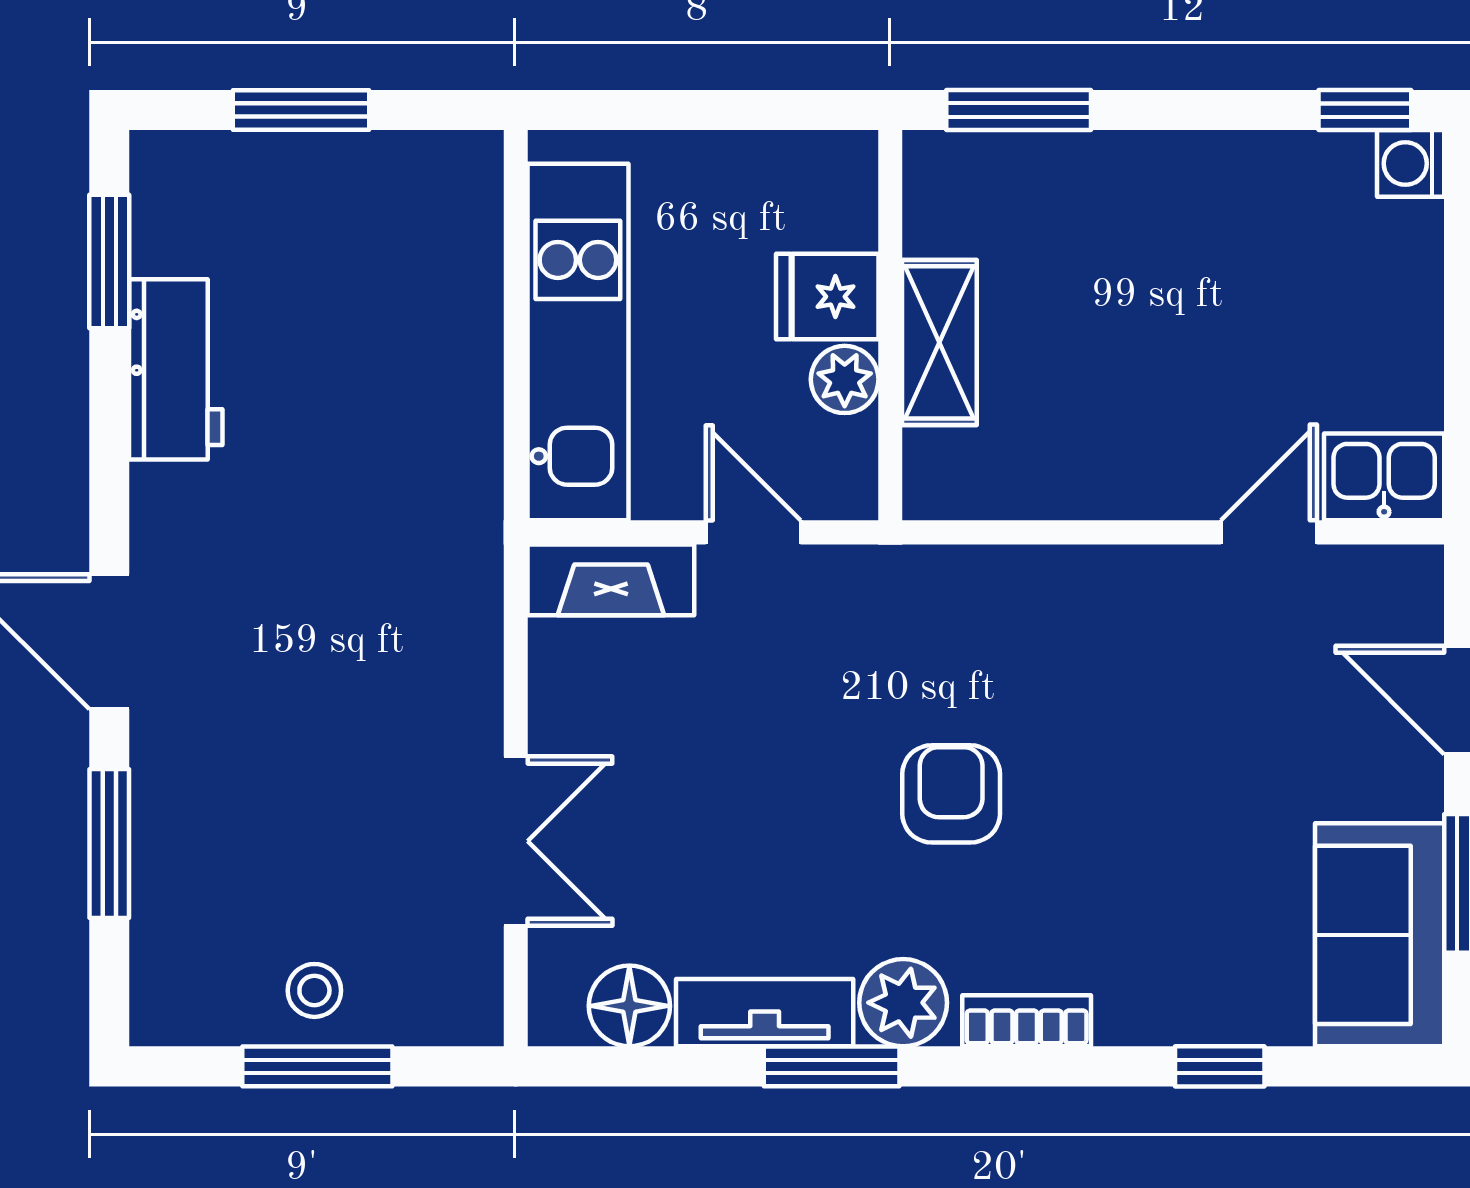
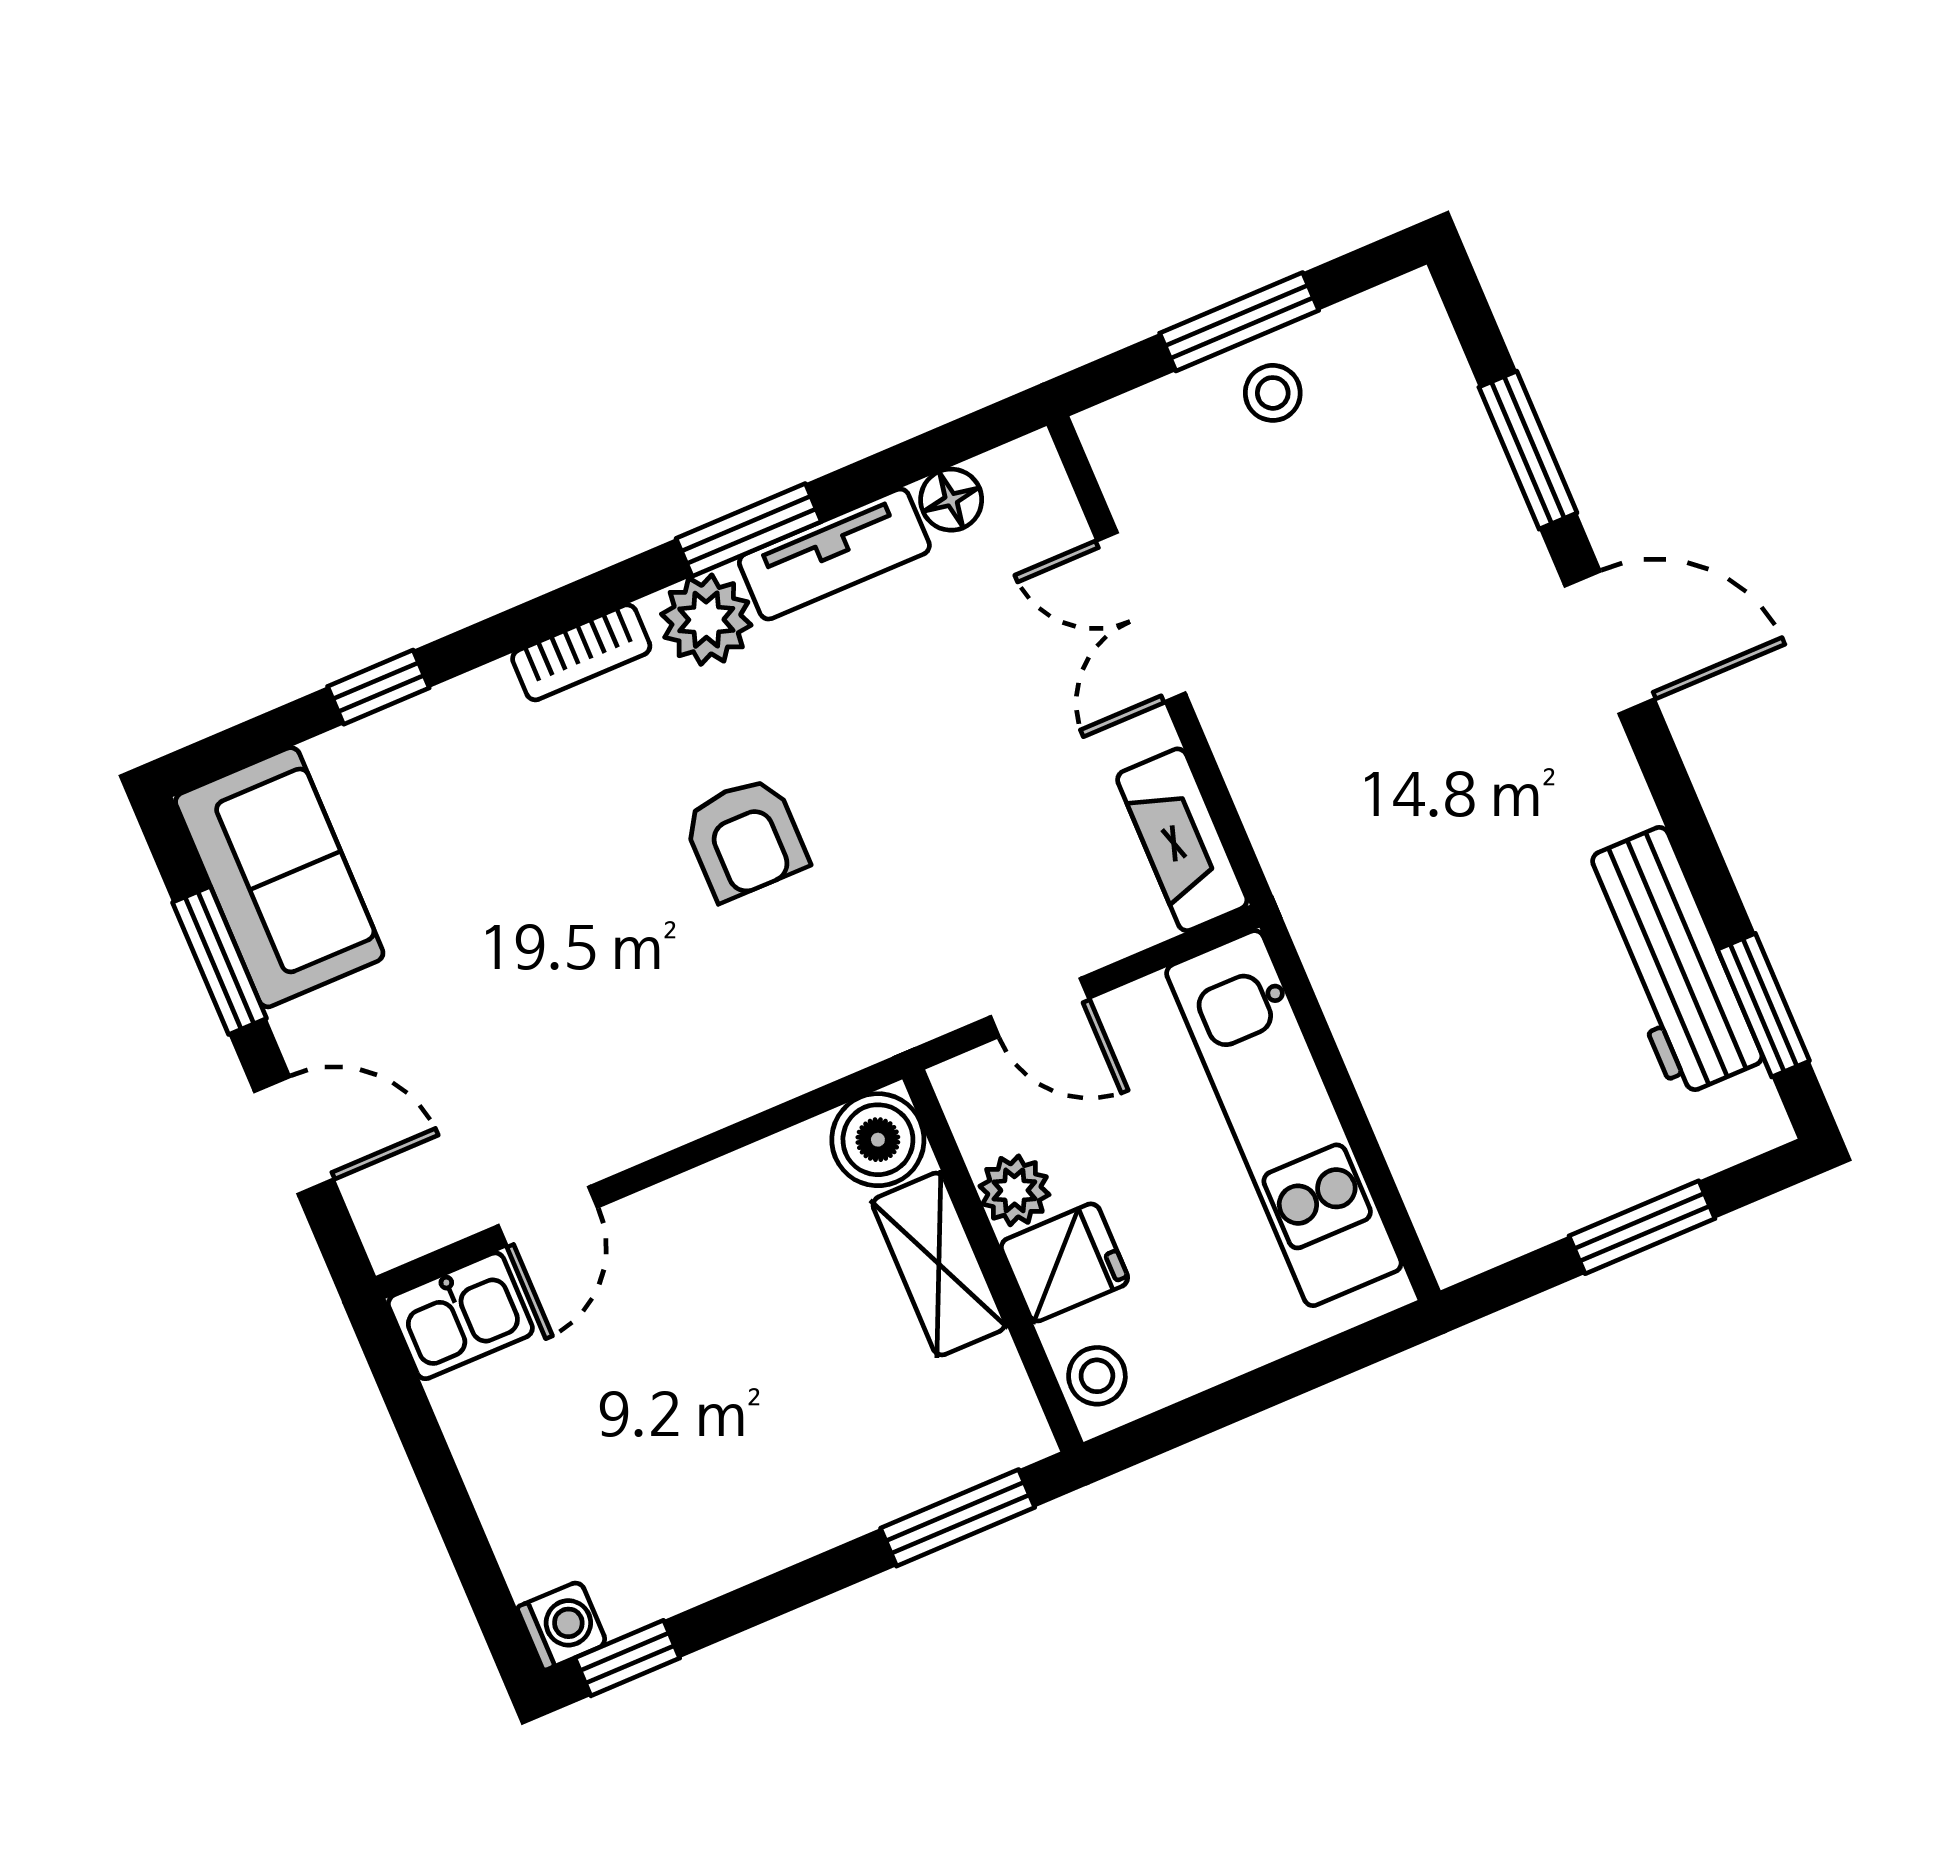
stool: (841, 184) -> (1097, 1376), added
workbench: (176, 369) -> (1670, 962), width x1.38
boiler: (947, 476) -> (878, 1140), added
fireplace: (611, 580) -> (1182, 840), moved, turned -90
floor lamp: (629, 1006) -> (951, 500), width x0.73, depth x0.73

